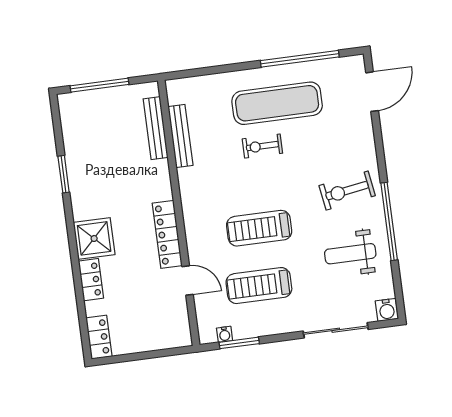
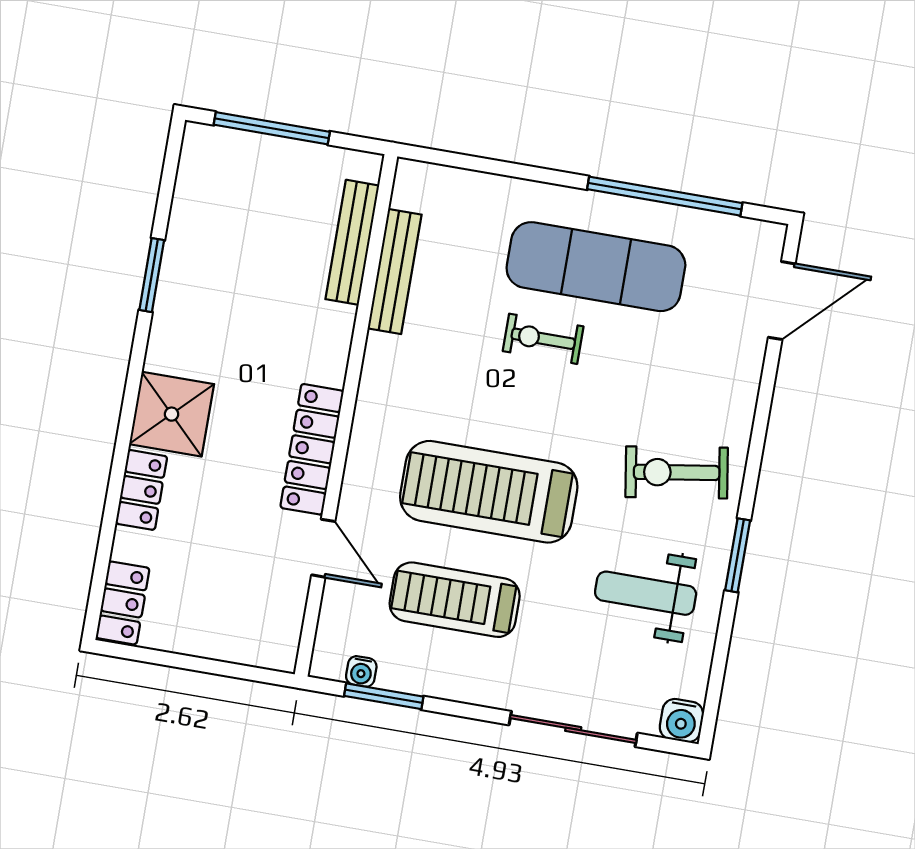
window: (389, 221) -> (738, 555), width x0.47
treadmill: (259, 228) -> (489, 492), width x1.37, depth x1.38

